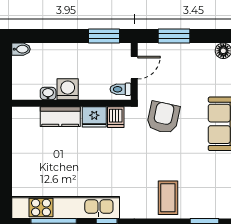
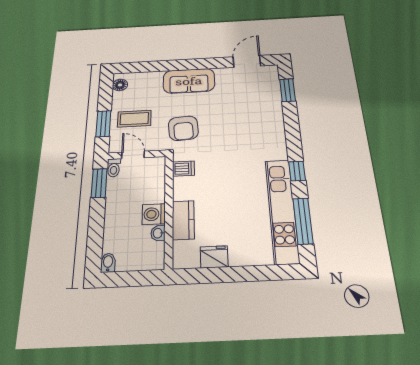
toilet: (121, 89) -> (114, 168), moved
fridge: (94, 117) -> (214, 257), moved, turned -90
armchair: (163, 117) -> (183, 128), turned -106
coffee table: (168, 198) -> (134, 119), moved

